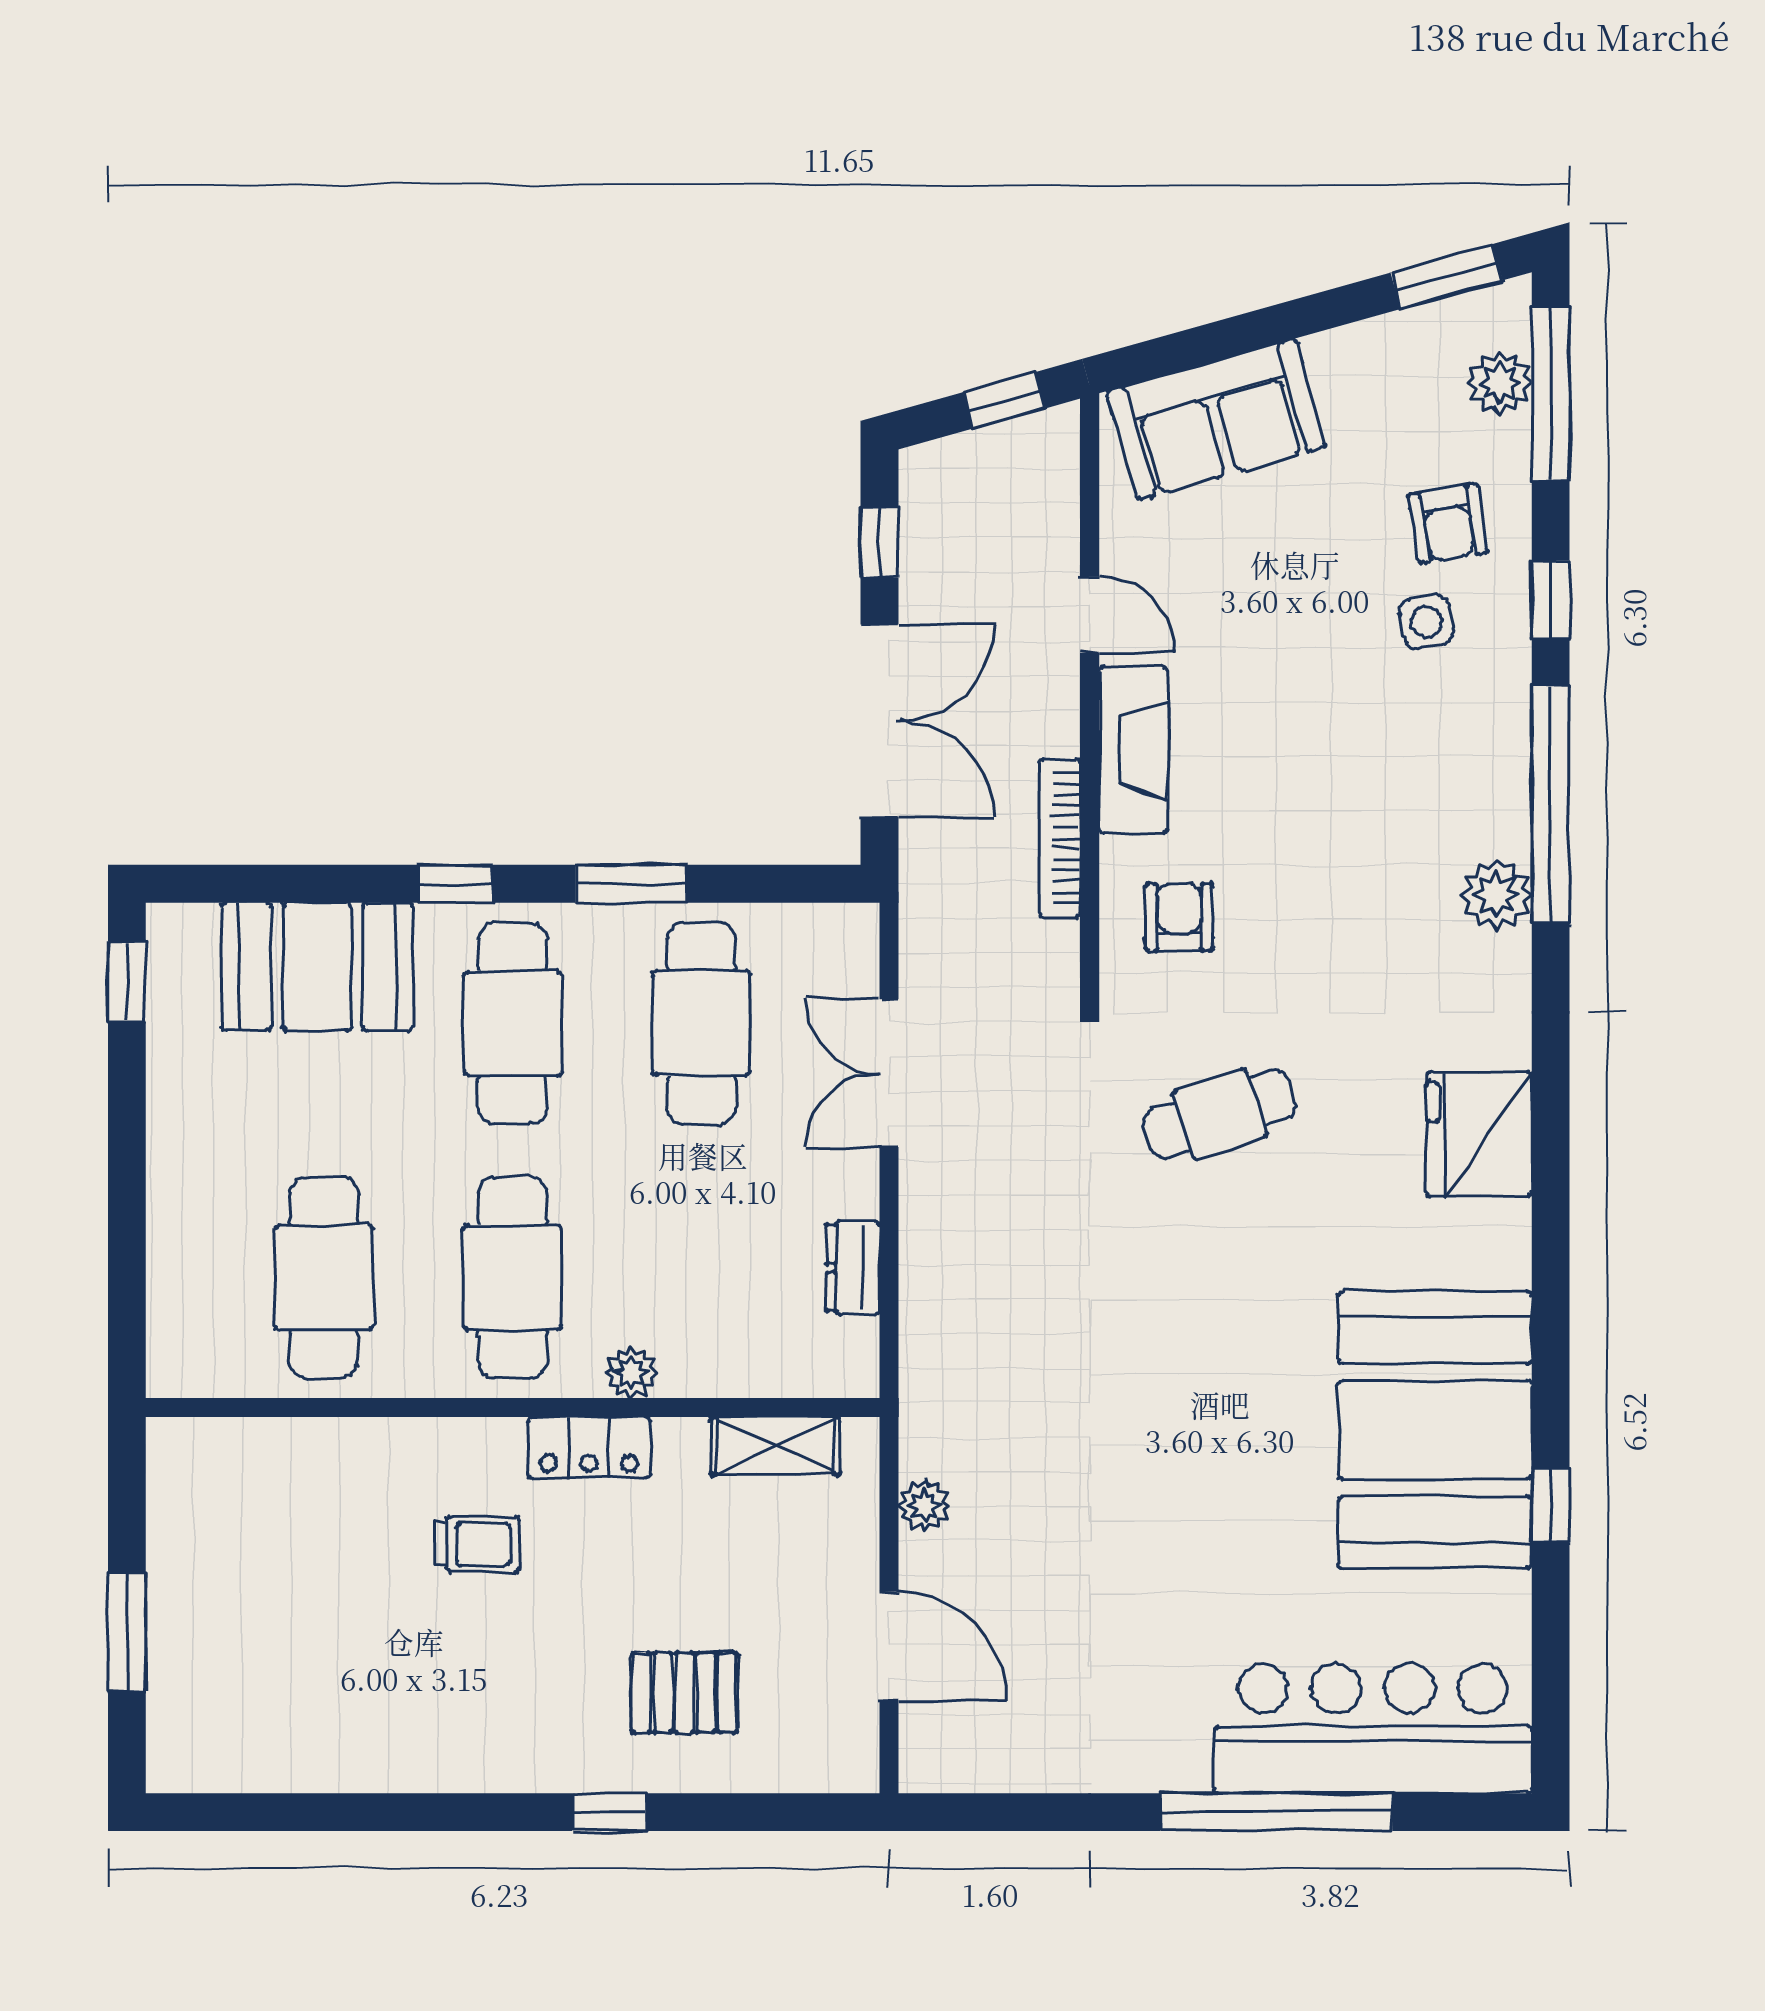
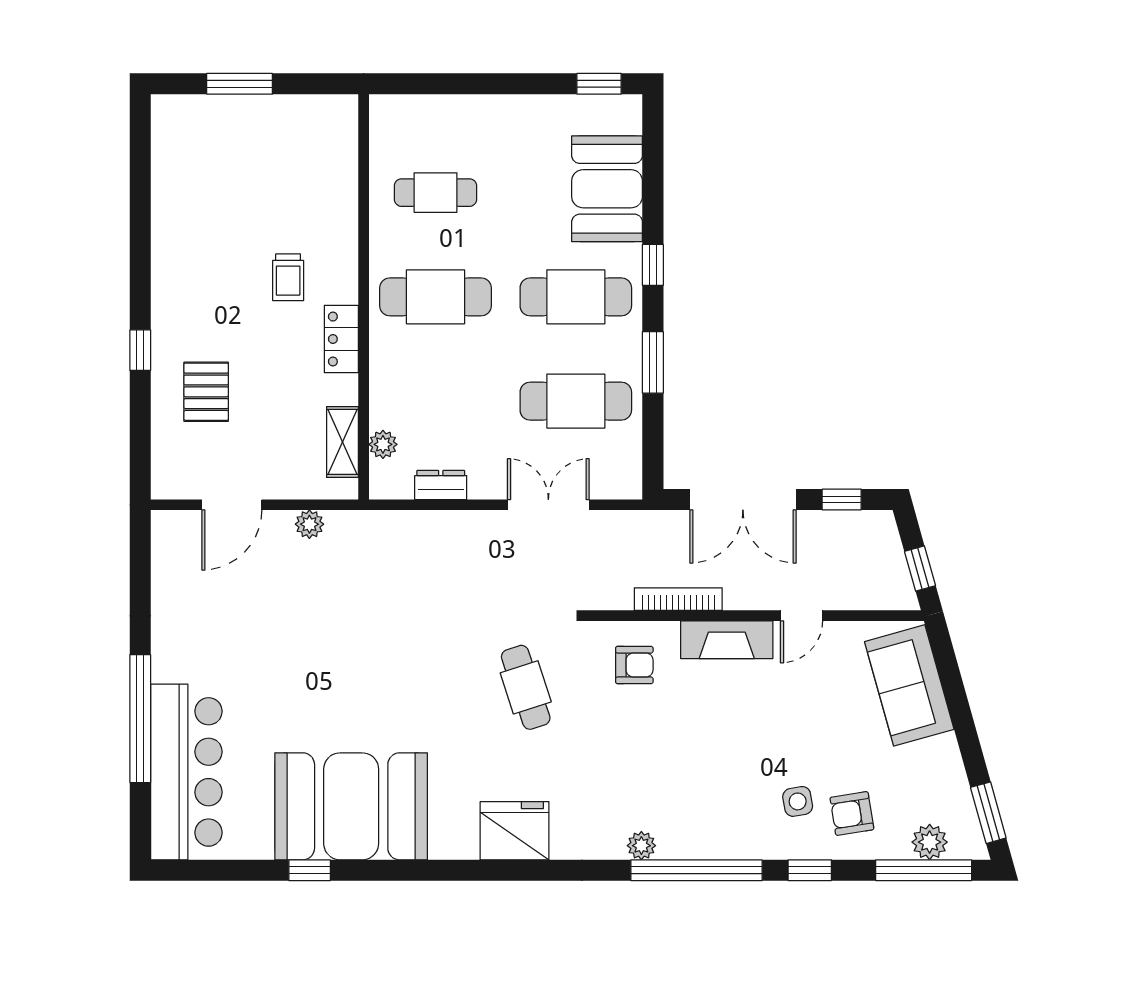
plant: (1496, 895) -> (641, 846), width x0.73, depth x0.73
cafe table: (324, 1277) -> (436, 193), width x0.73, depth x0.74
plant: (631, 1372) -> (383, 444), moved

